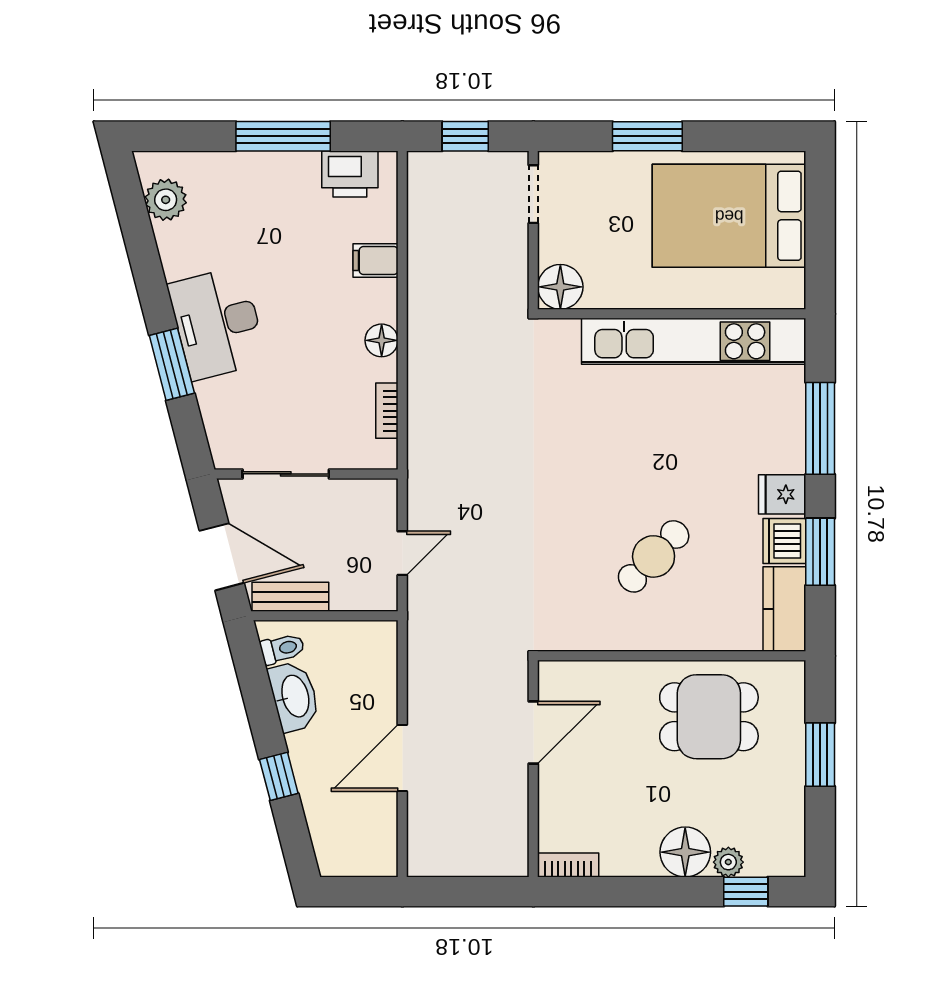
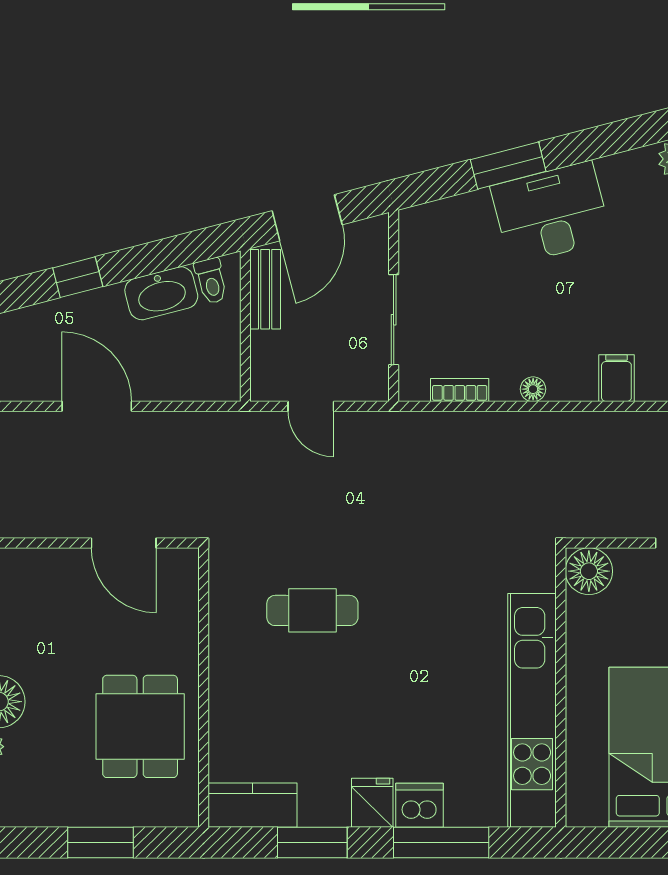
floor lamp: (382, 340) -> (533, 389), width x0.73, depth x0.73
sliding door: (286, 474) -> (394, 320), moved
dishwasher: (784, 541) -> (420, 805), moved
cafe table: (654, 556) -> (312, 610), moved, turned -44

